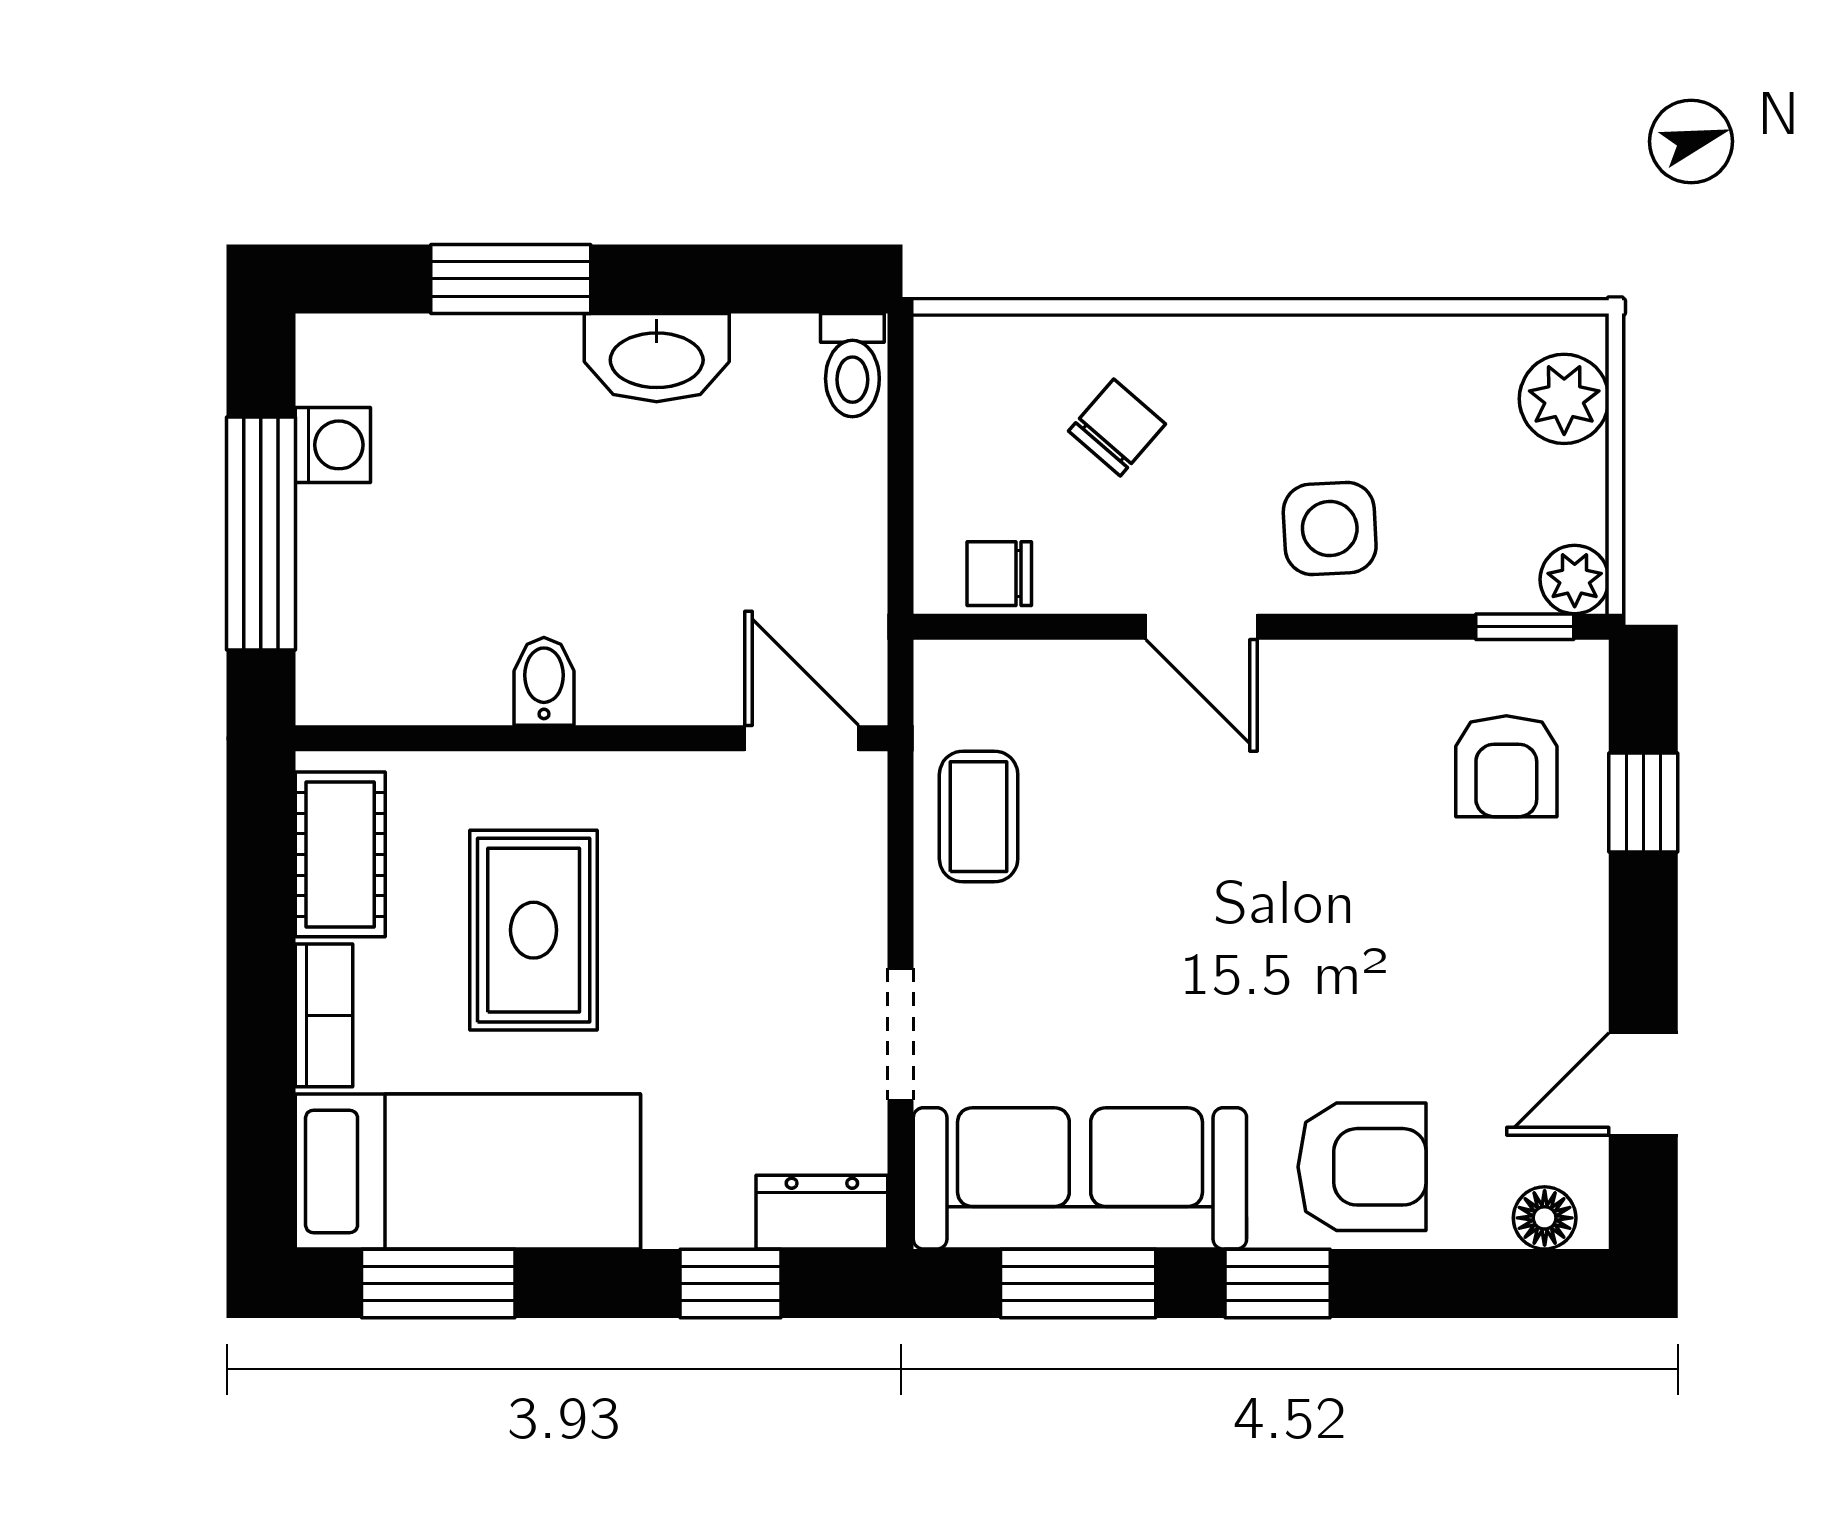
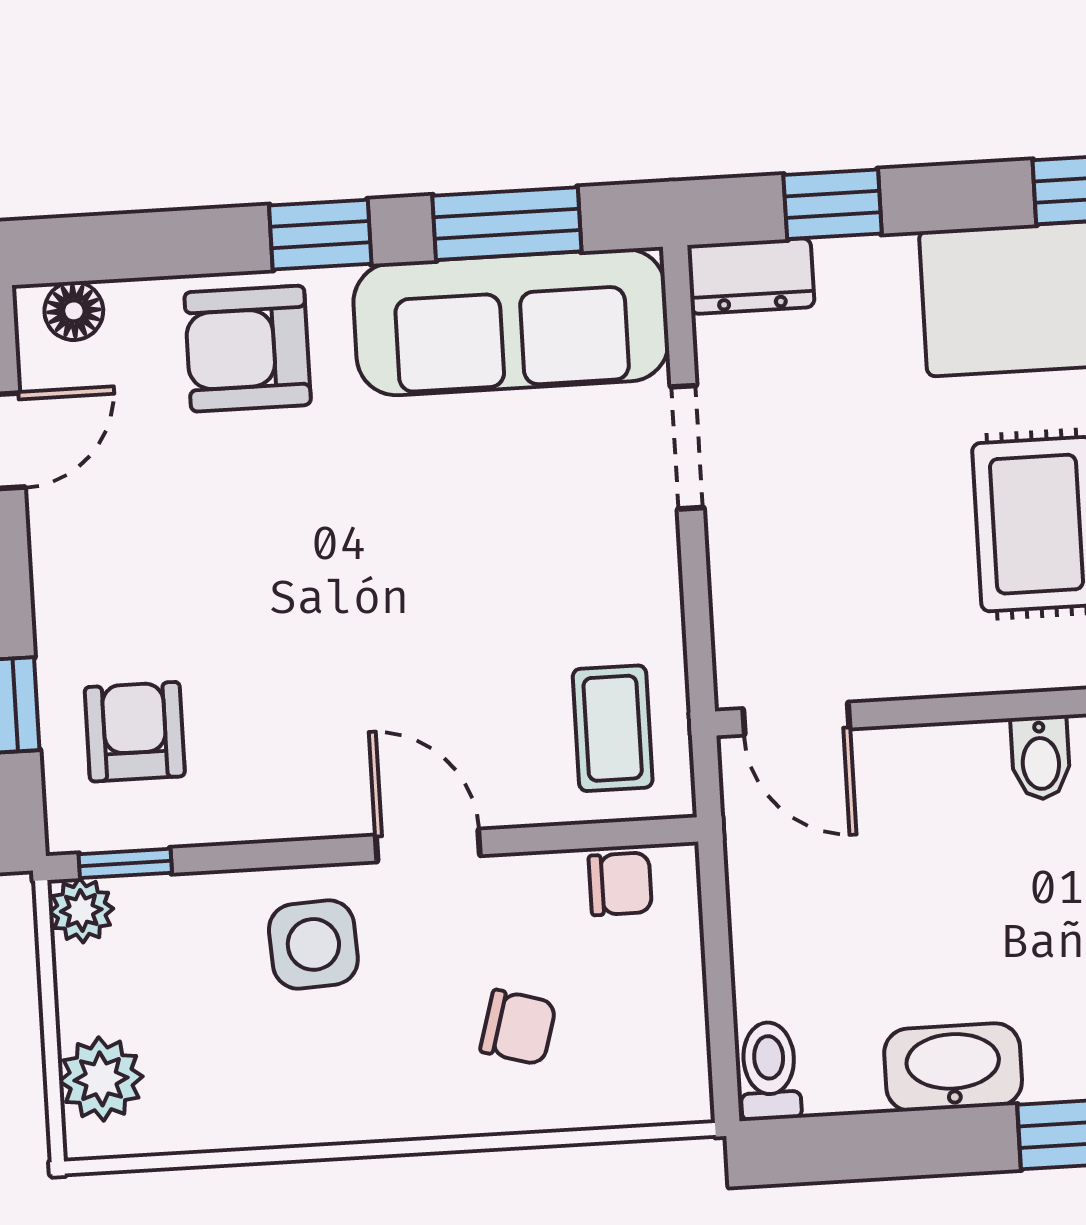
chair: (1117, 427) -> (518, 1027), turned -115
coffee table: (979, 817) -> (613, 728), moved

